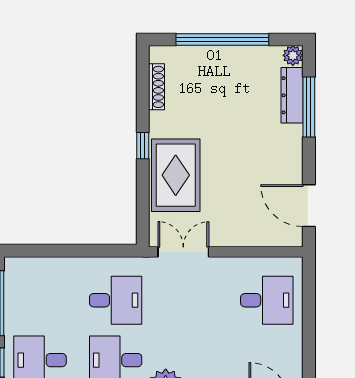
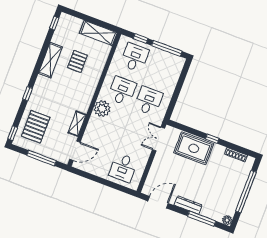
dresser: (292, 95) -> (188, 205), moved
double door: (183, 252) -> (159, 139), swing flipped
desk: (116, 300) -> (148, 101), turned 180

